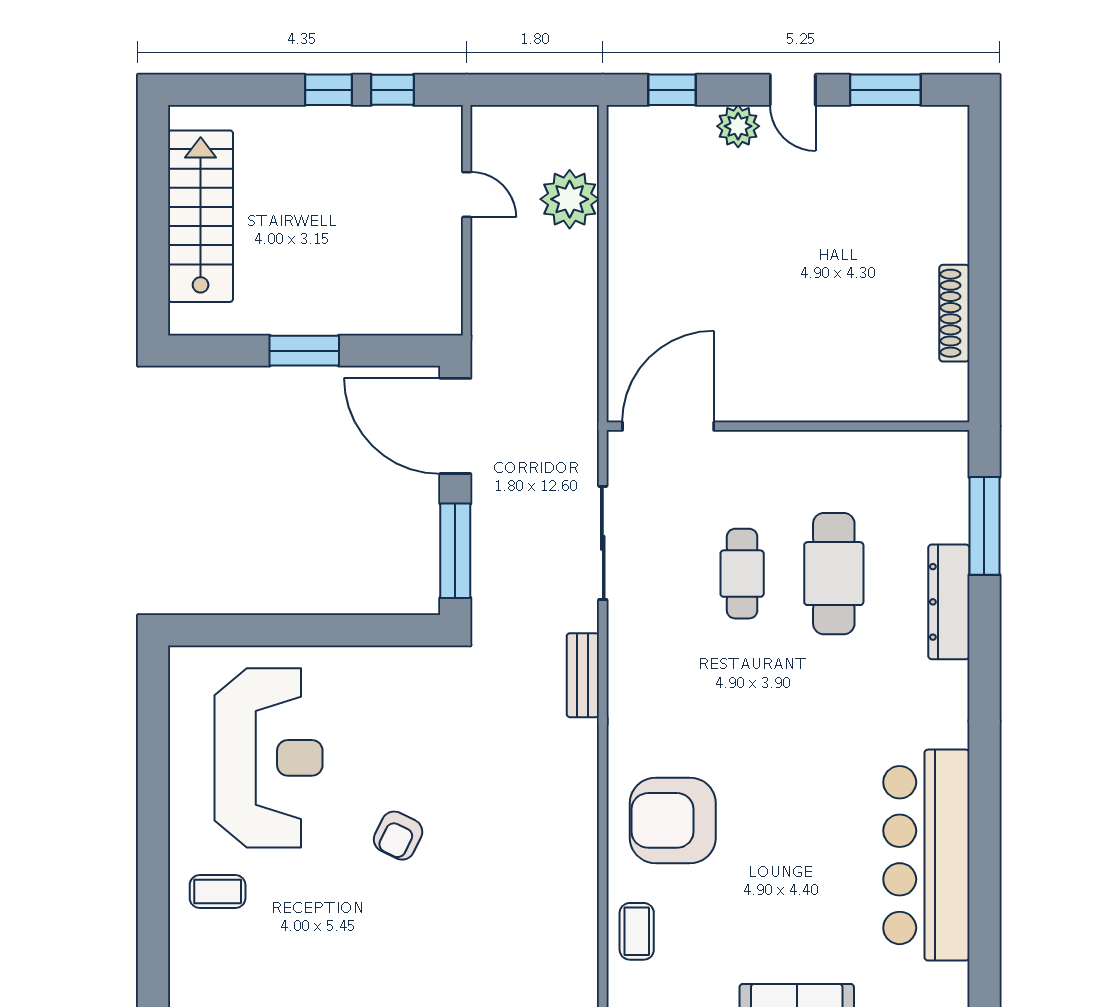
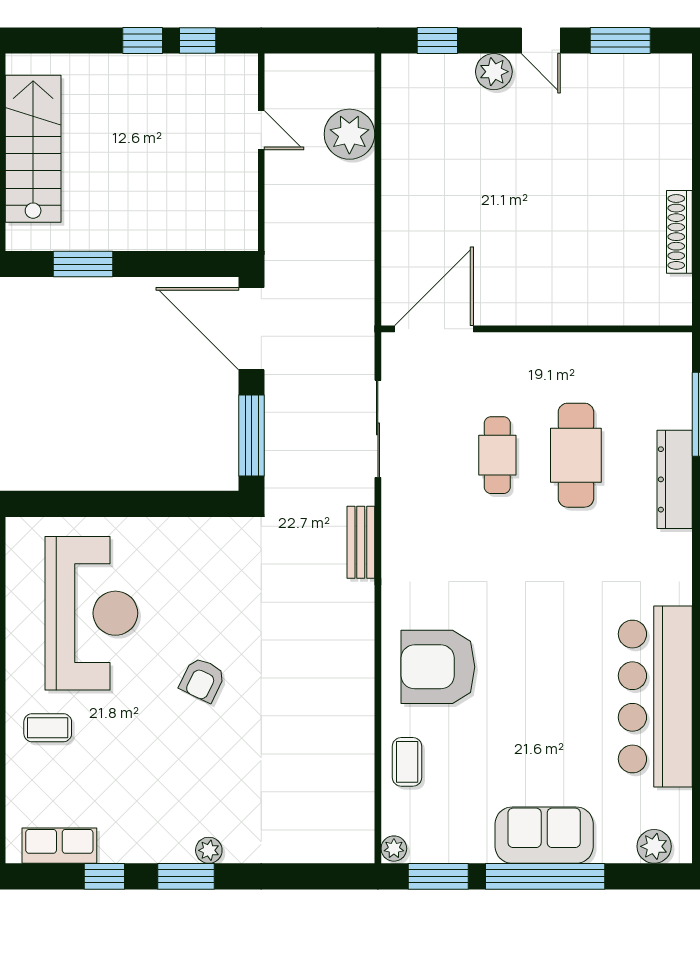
window: (304, 351) -> (83, 264), moved

